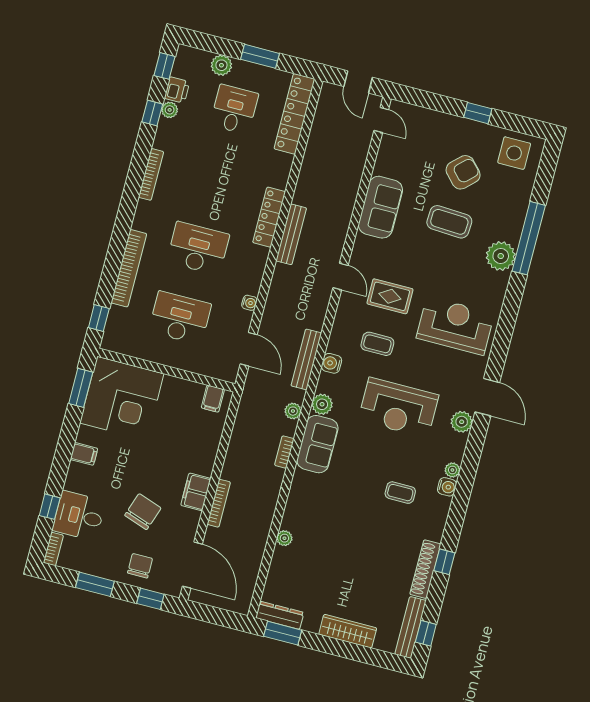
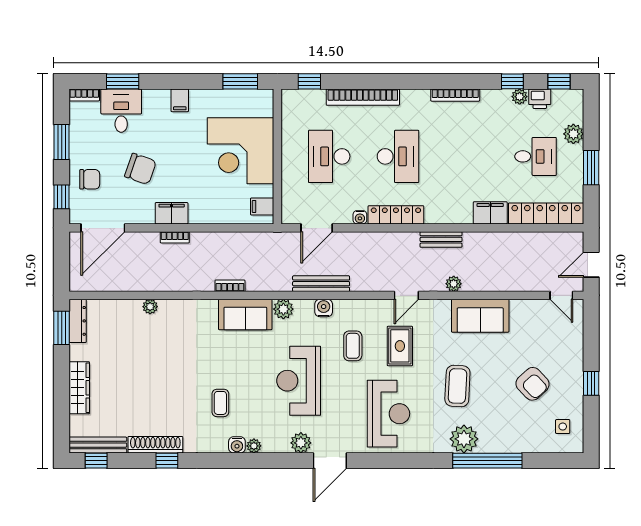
door: (381, 120) -> (561, 295), hinge flipped
side table: (514, 153) -> (563, 427), width x0.54, depth x0.54
filing cabinet: (279, 170) -> (490, 213), added
locker: (269, 217) -> (396, 215), moved
coffee table: (449, 222) -> (457, 386), moved
bench: (291, 234) -> (441, 239), width x0.73
desk: (180, 318) -> (329, 156), turned 180
corner desk: (122, 398) -> (241, 151), moved
plant: (293, 411) -> (454, 284), moved
bookcase: (219, 503) -> (175, 237), width x0.64
window: (50, 507) -> (123, 81), width x1.50

